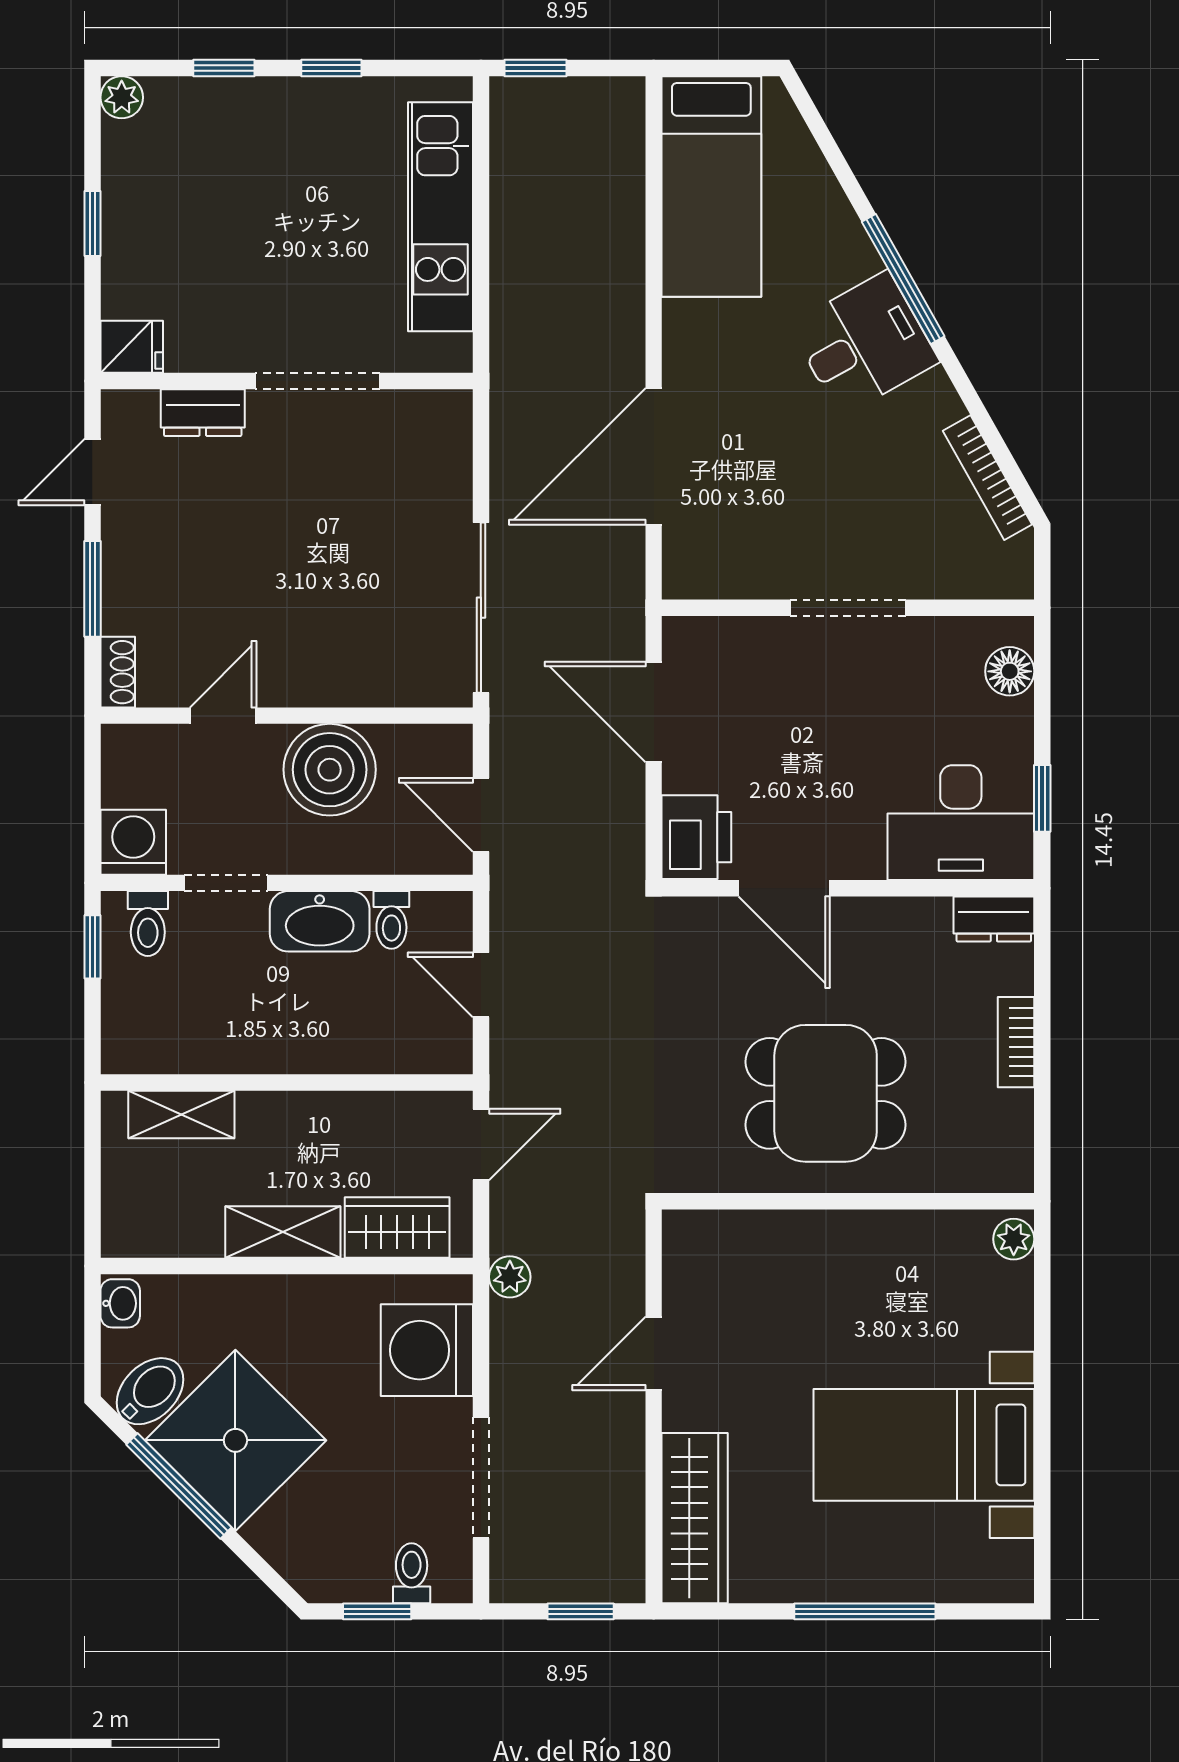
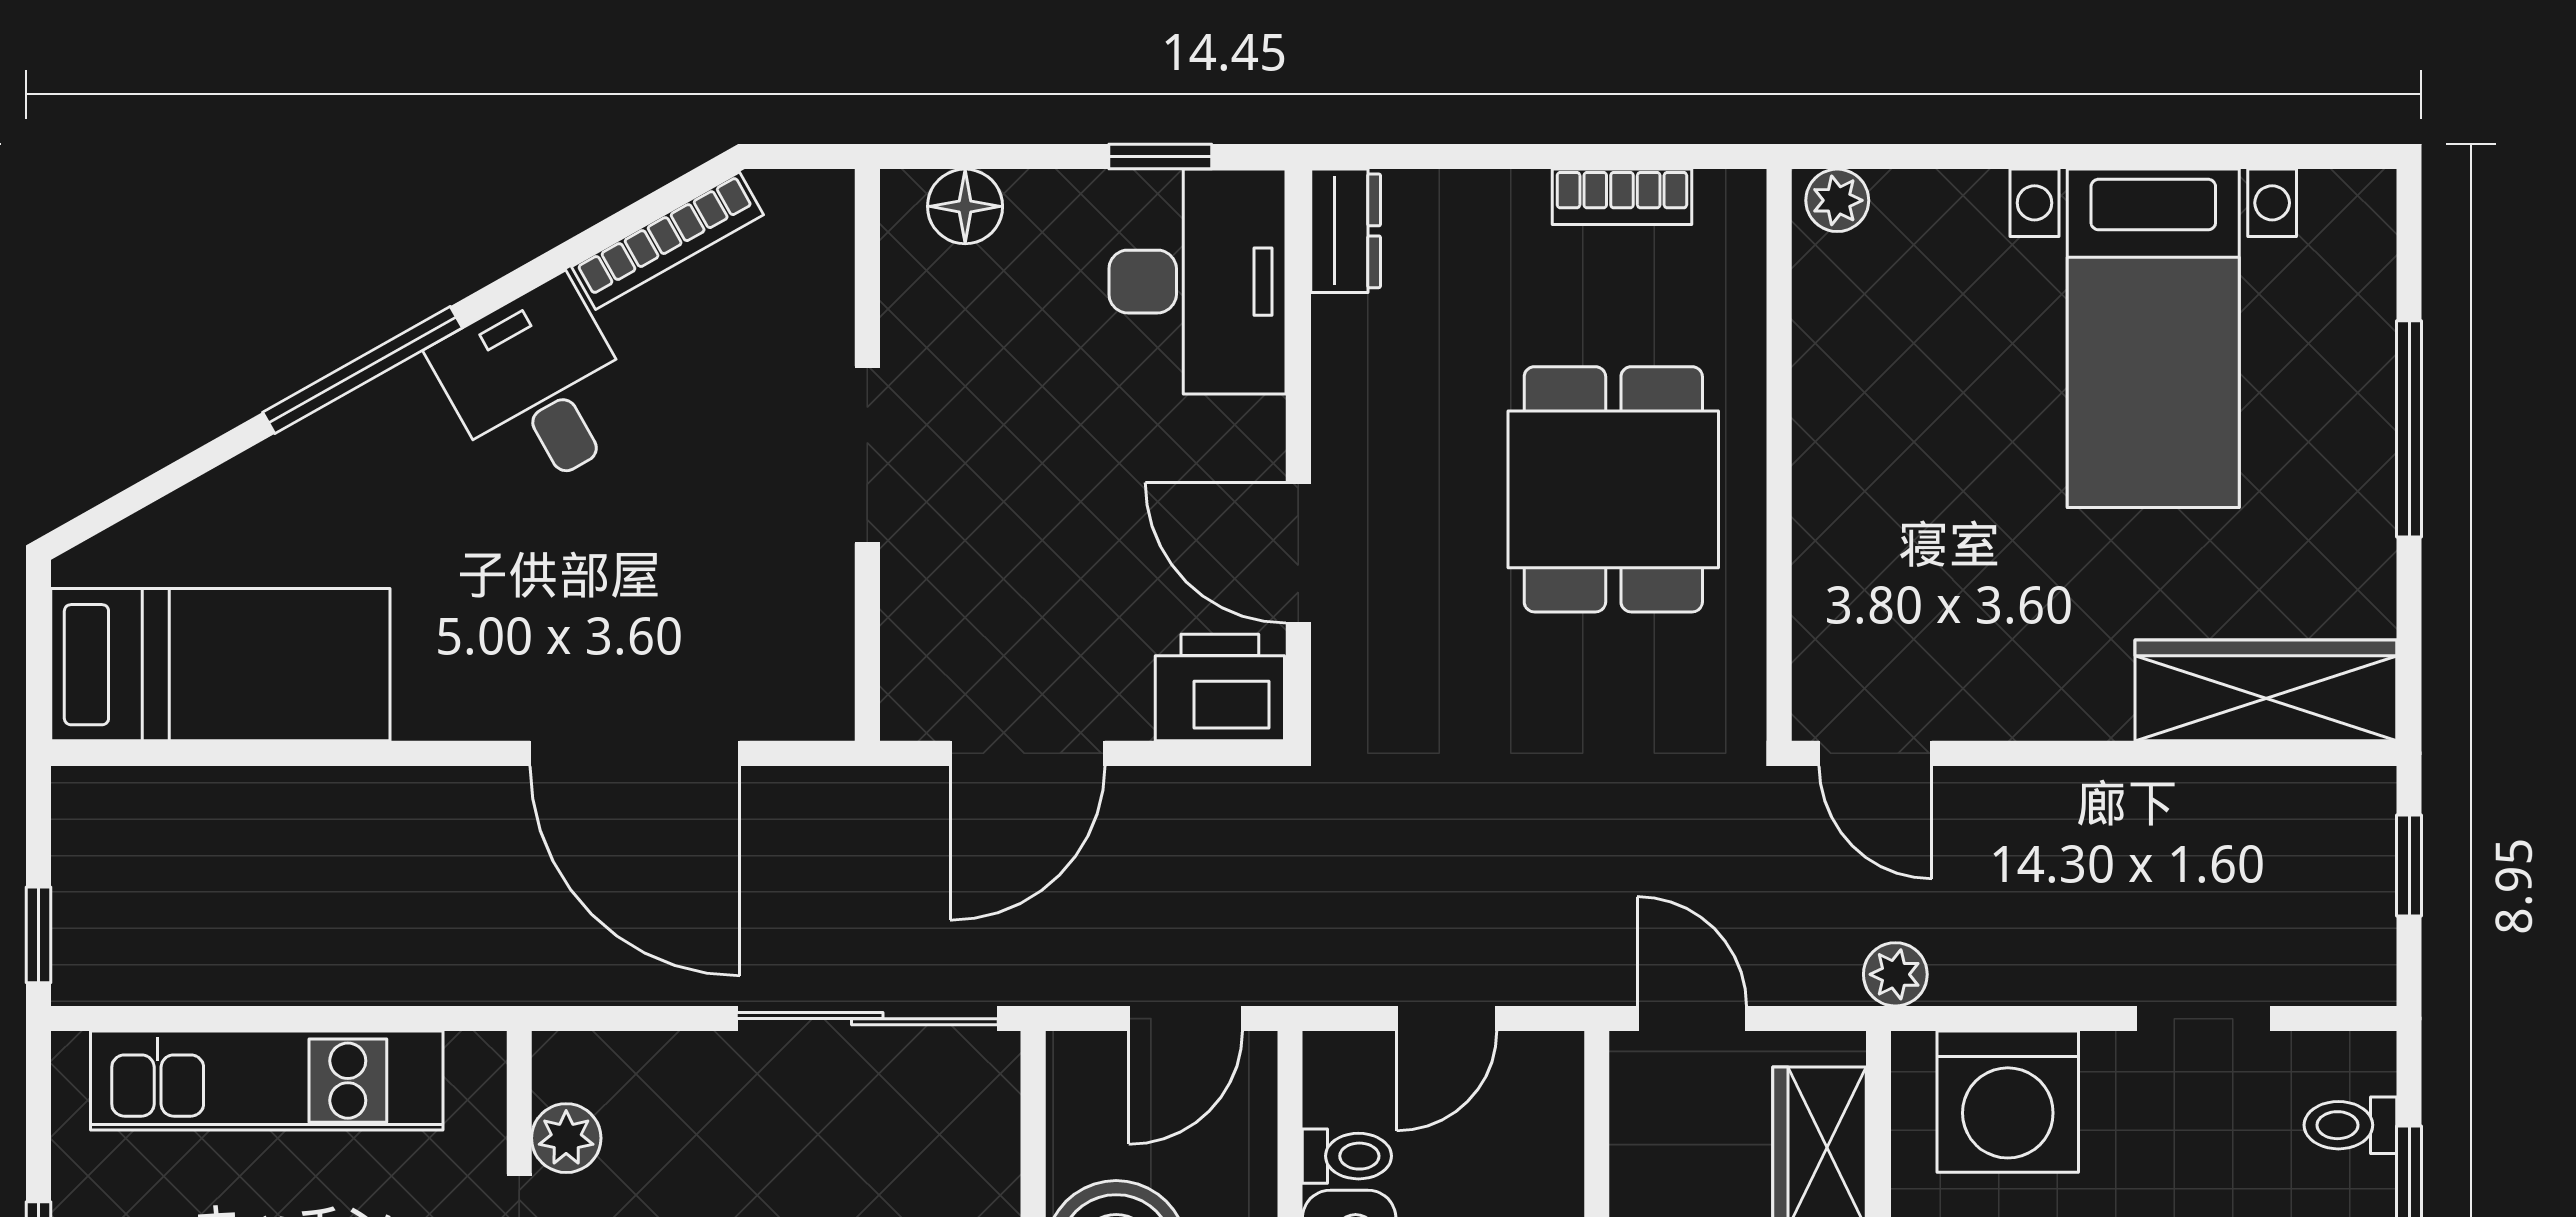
desk: (864, 344) -> (538, 387), moved
plant: (403, 412) -> (566, 1138), added
door: (784, 888) -> (1298, 553), swing flipped
bookcase: (1016, 1042) -> (1622, 197), moved
door: (654, 1353) -> (1875, 753), moved
doorway: (481, 1478) -> (2203, 1019), width x0.73

